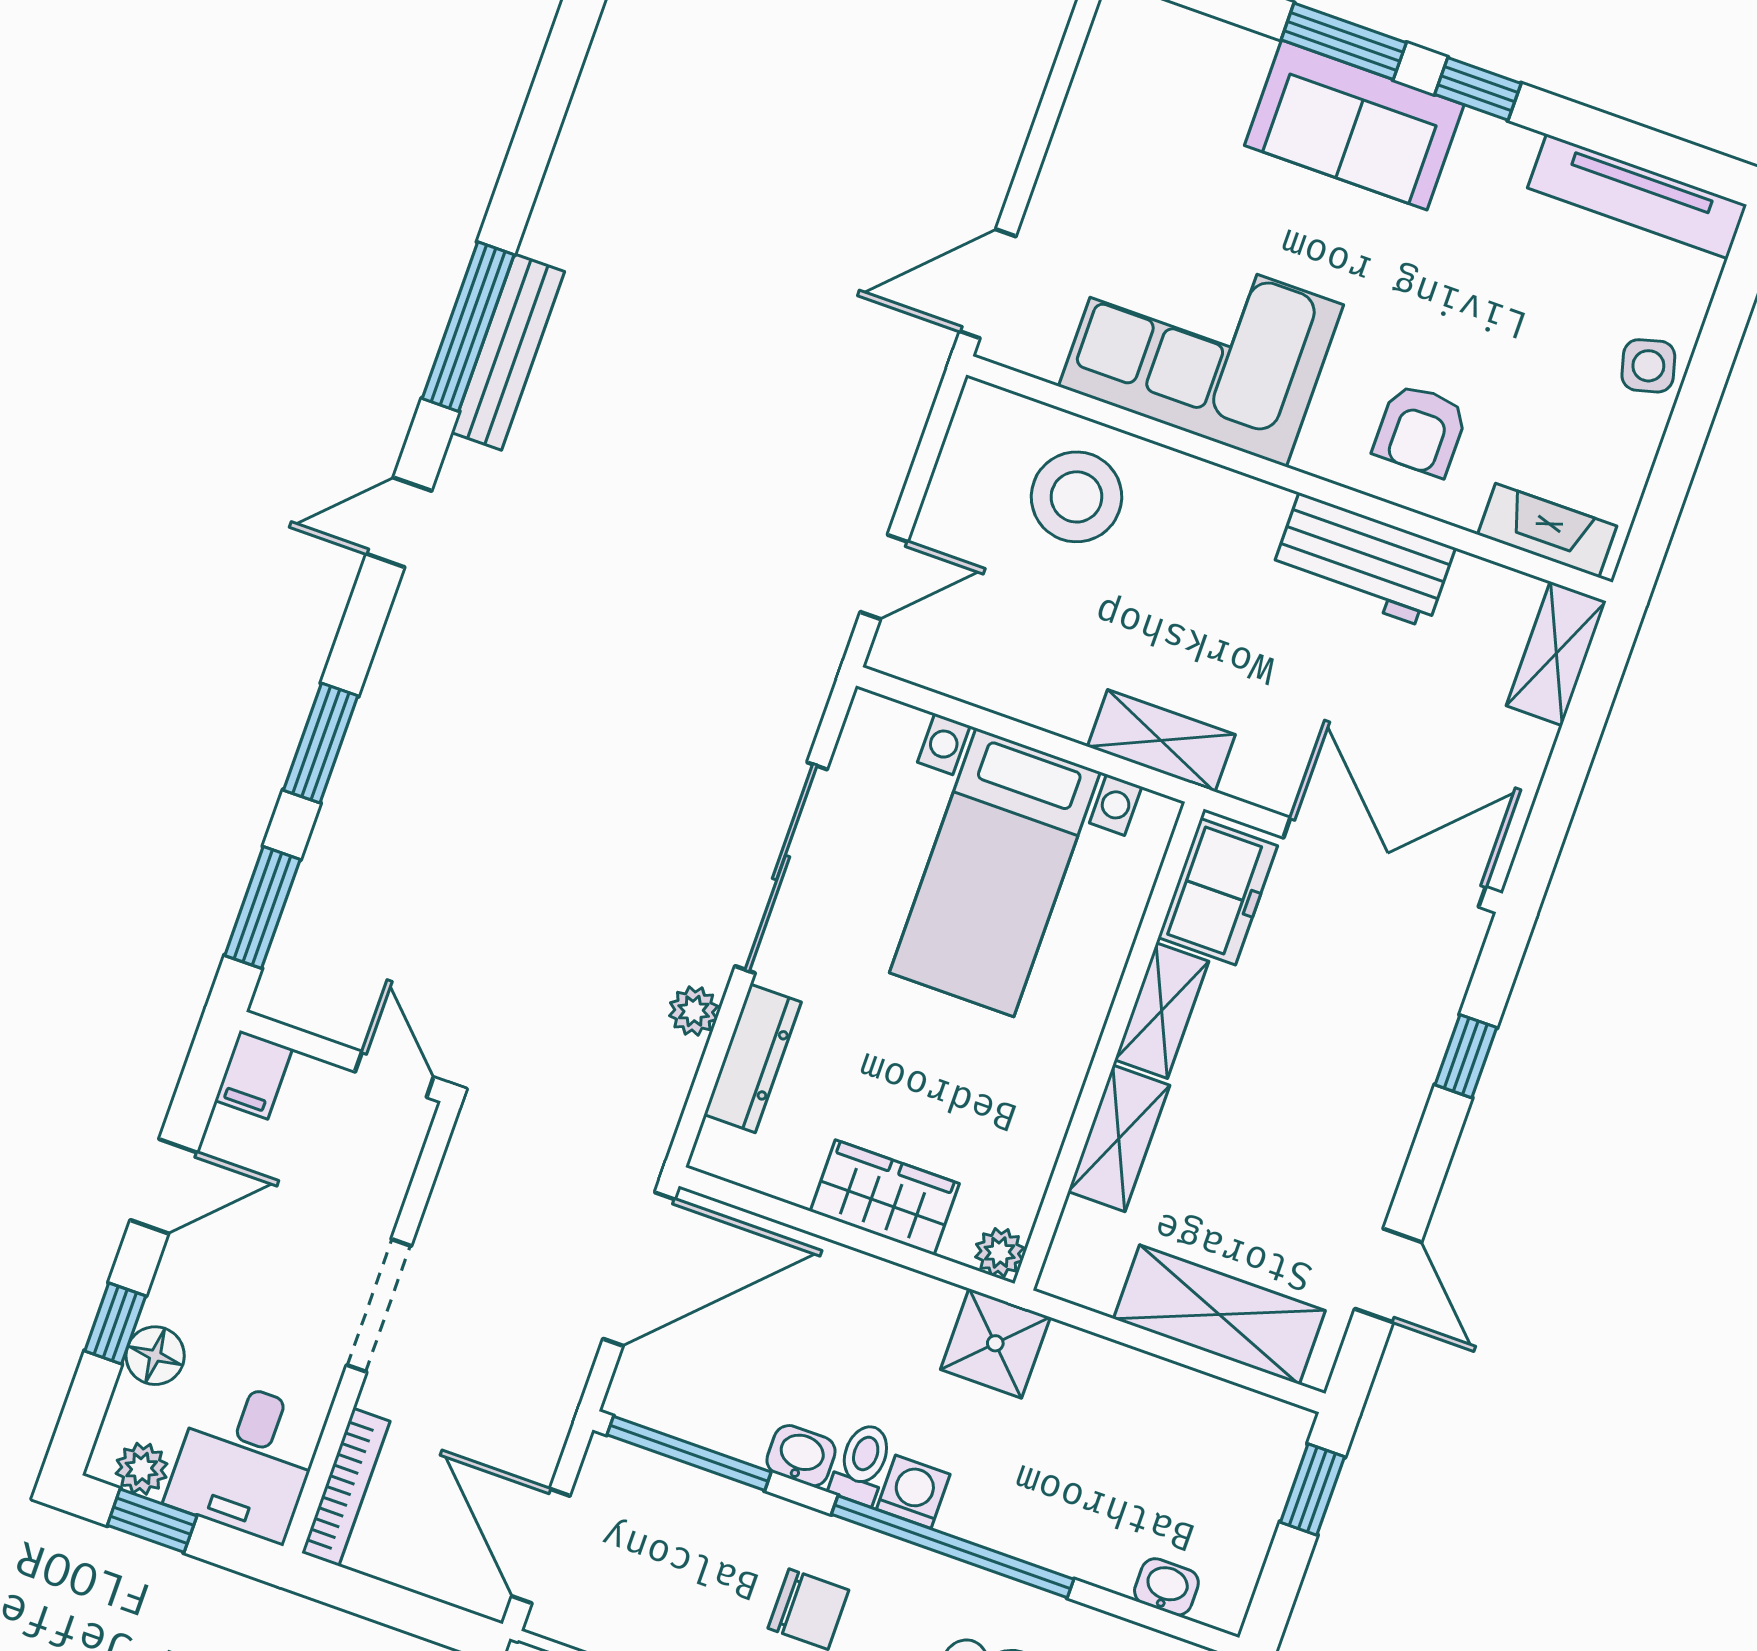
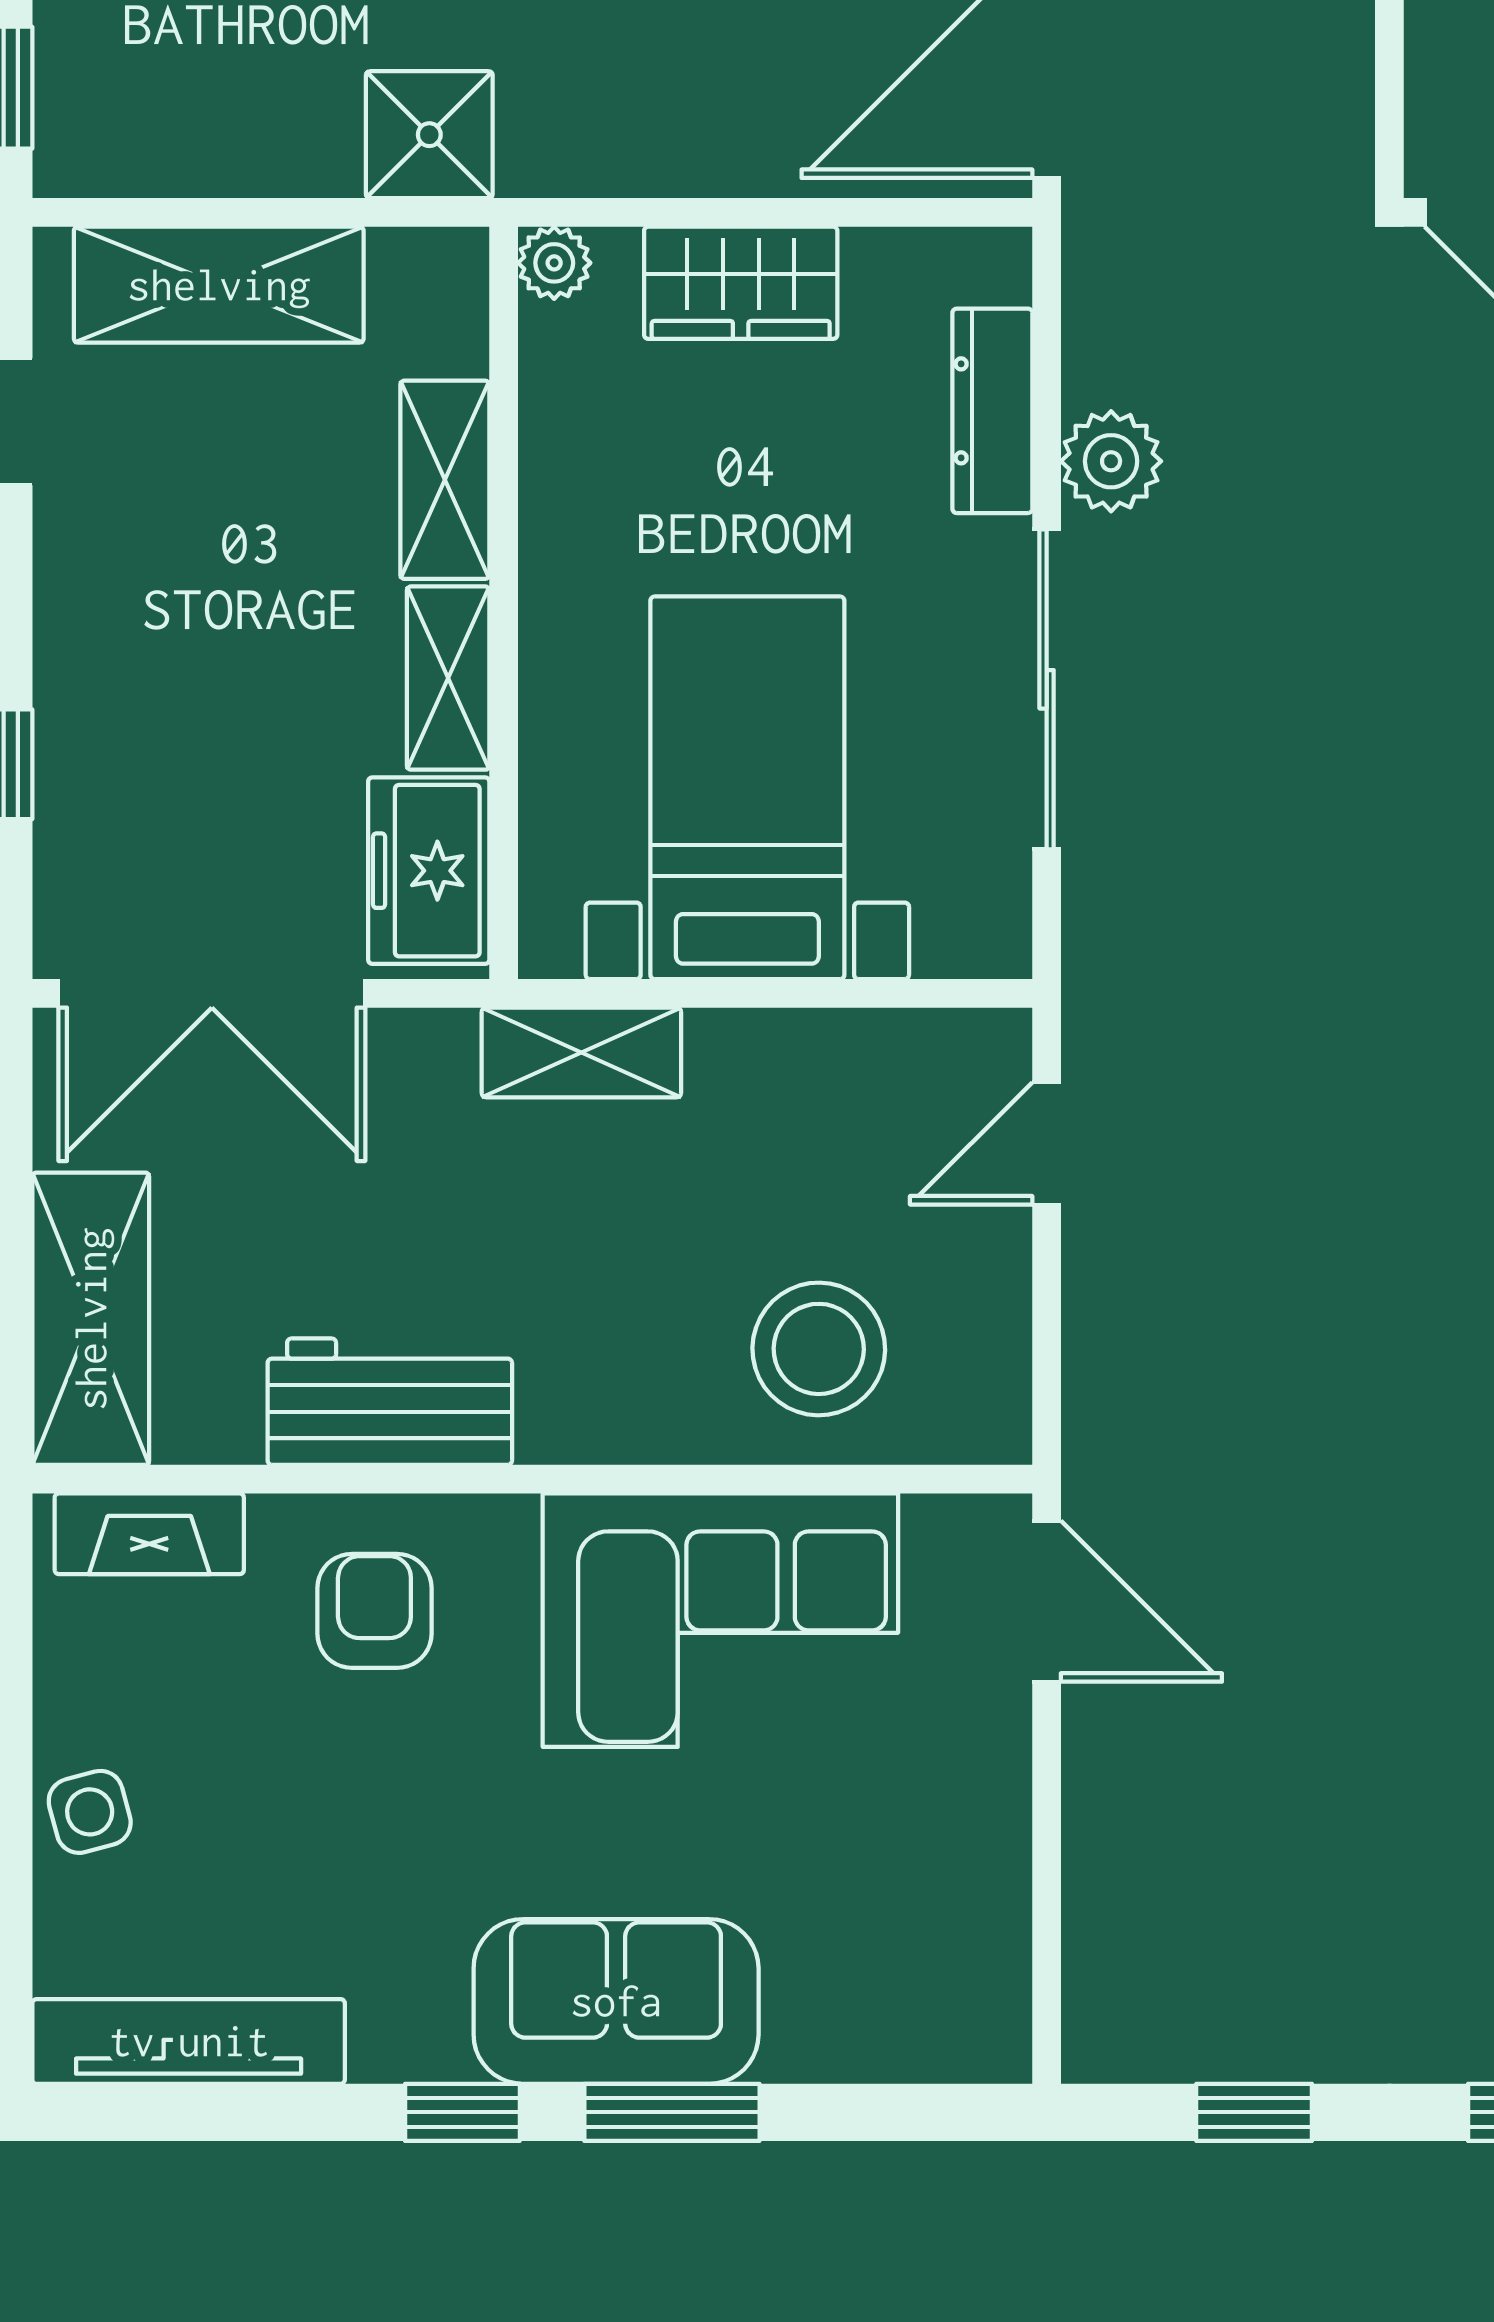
door: (988, 284) -> (1047, 1601), hinge flipped
shelving: (1556, 654) -> (91, 1319), width x1.50, depth x1.33
plant: (694, 1011) -> (1111, 461), width x1.38, depth x1.38
shower: (995, 1343) -> (429, 135), moved

